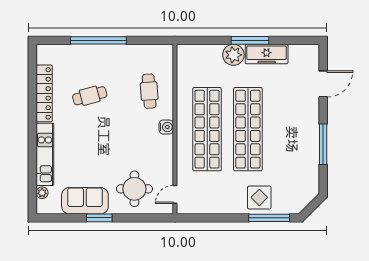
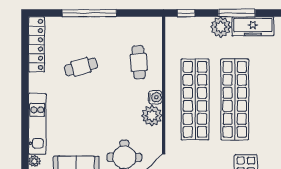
window: (198, 40) -> (186, 13), added
locker: (44, 93) -> (37, 44), moved
plant: (163, 146) -> (152, 116), added

